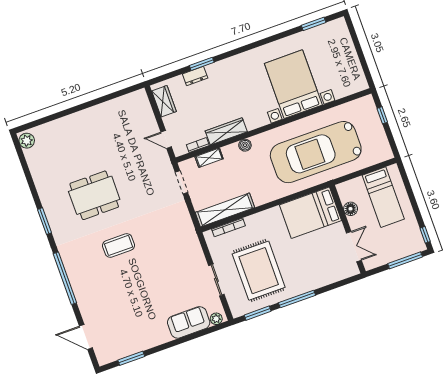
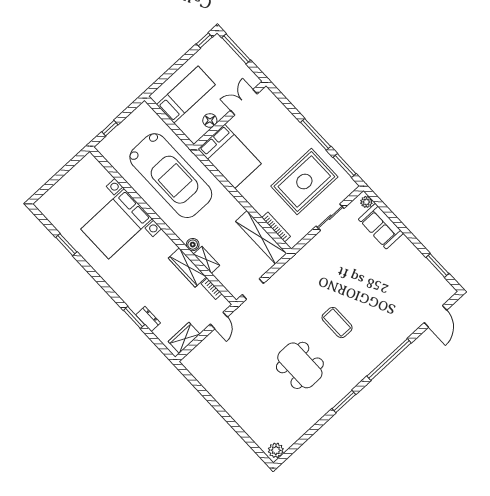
window: (314, 24) -> (66, 245), moved
shelving: (209, 158) -> (206, 260), moved

